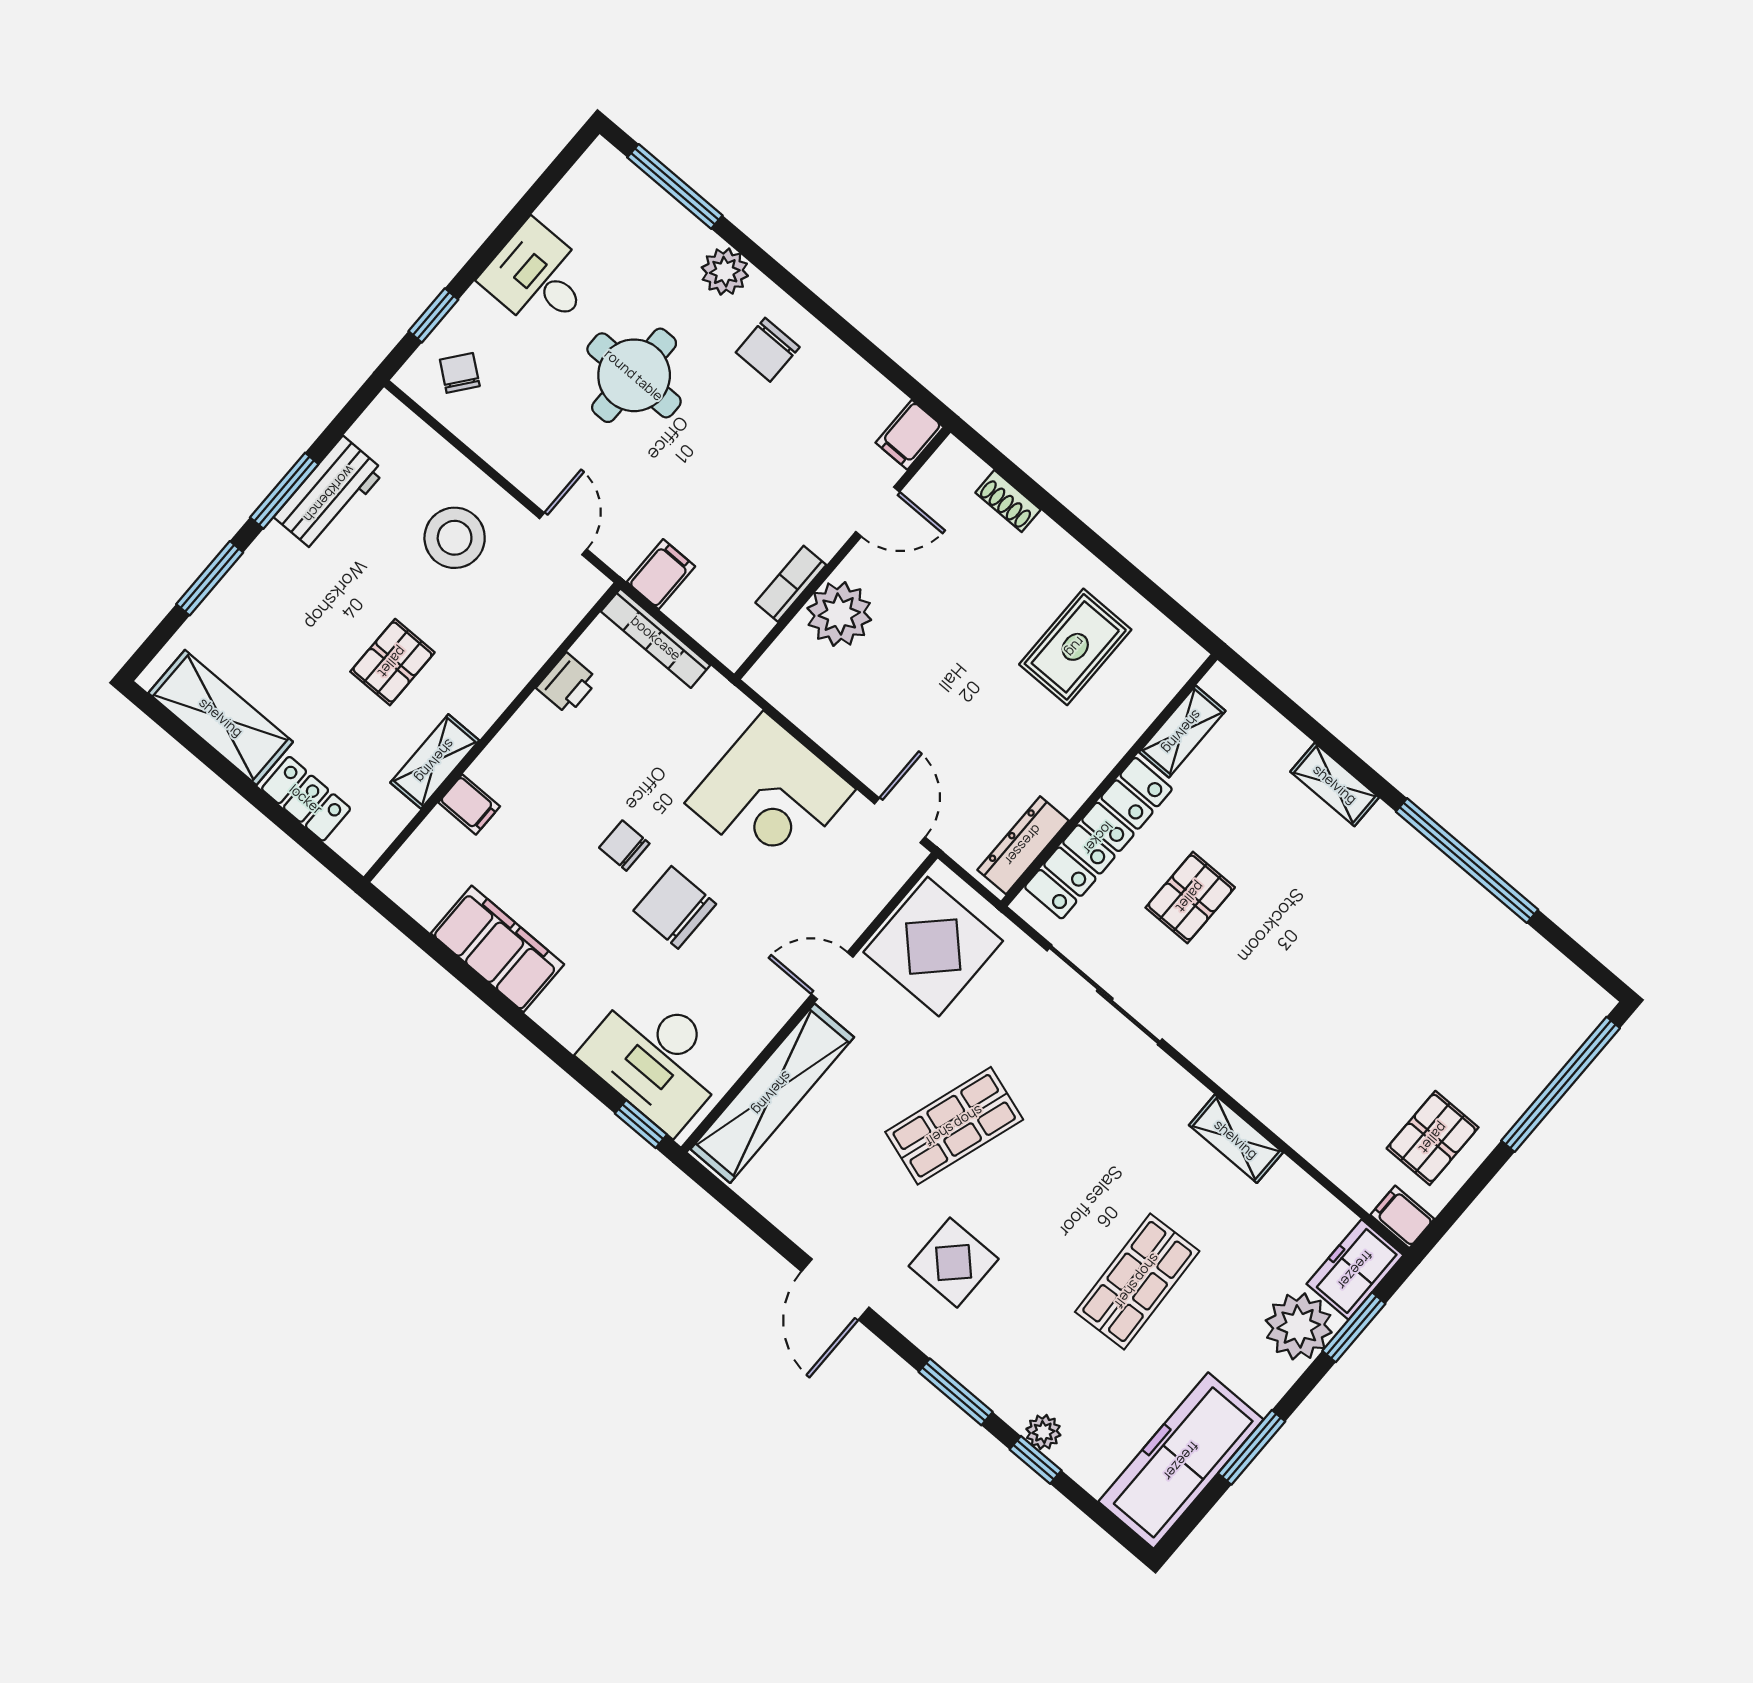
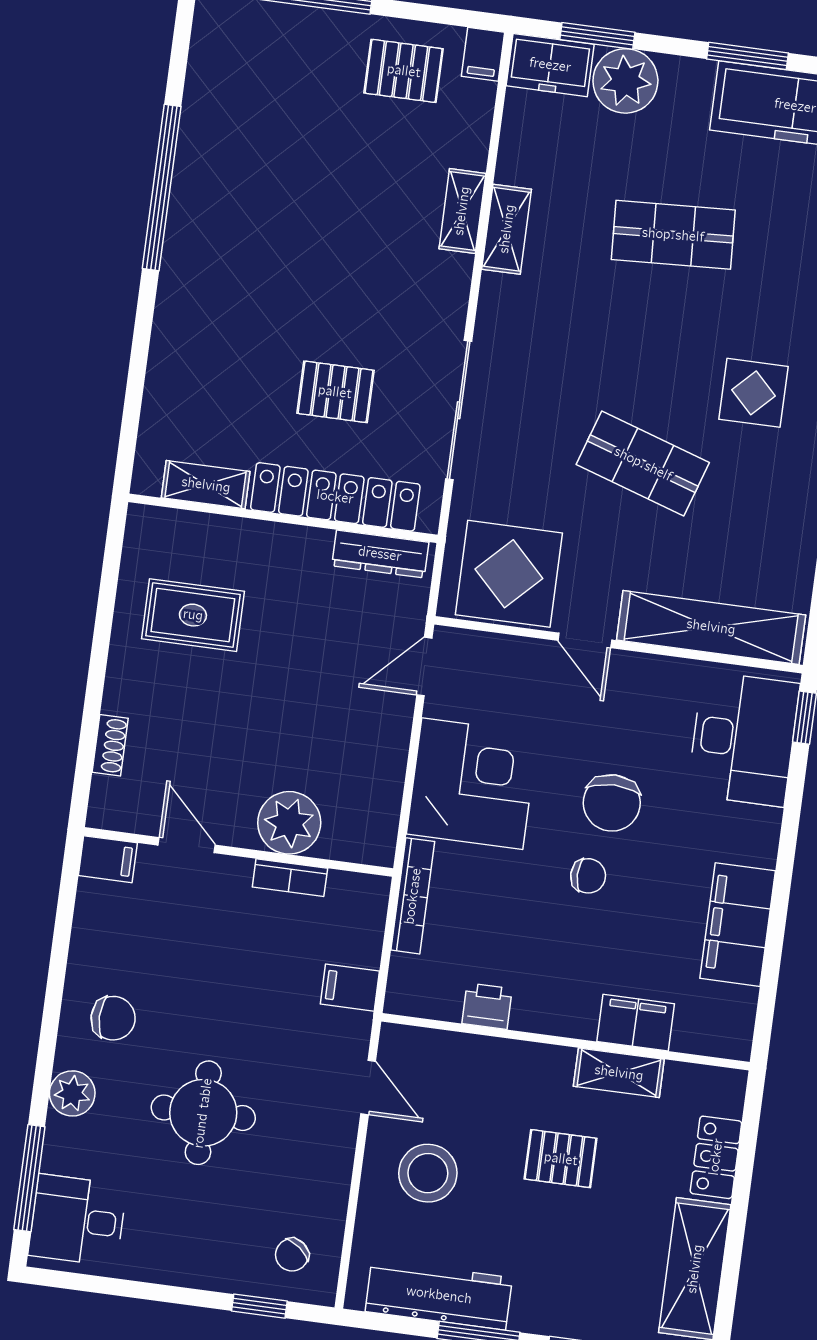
desk: (538, 278) -> (78, 1220), moved, turned 90
workbench: (329, 494) -> (439, 1295), width x1.38
door: (563, 534) -> (368, 1088), swing flipped
bookcase: (656, 638) -> (413, 896), moved
shelving: (1335, 784) -> (462, 211), moved
filing cabinet: (469, 804) -> (636, 1023), width x2.00
chair: (624, 846) -> (588, 876), turned -90

